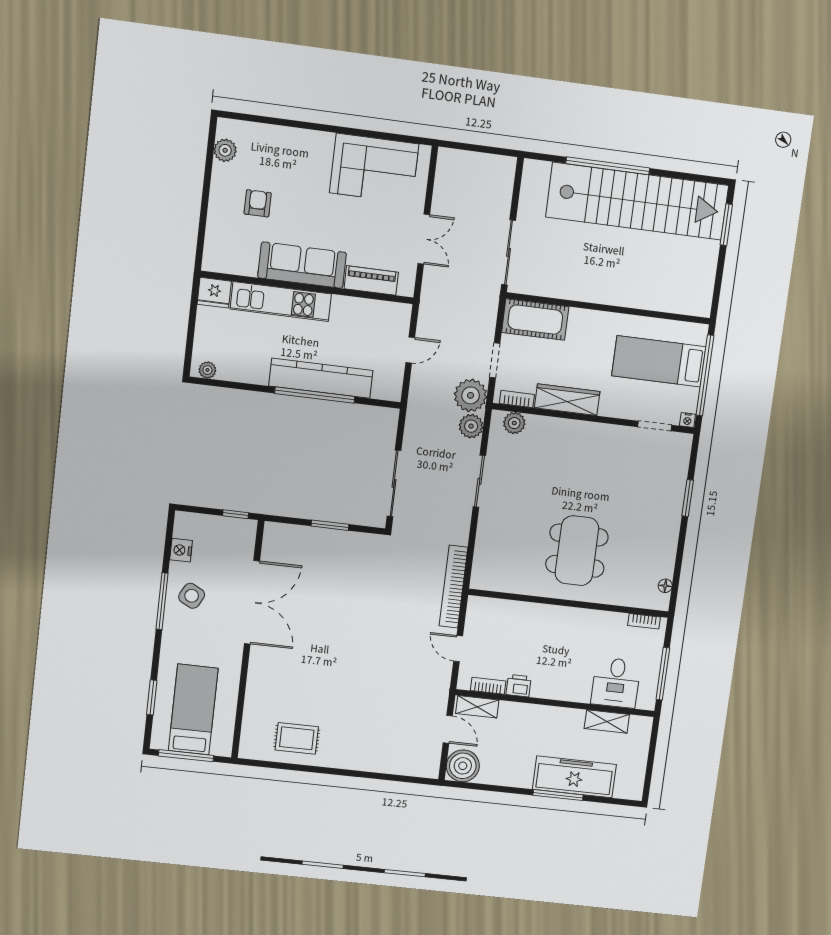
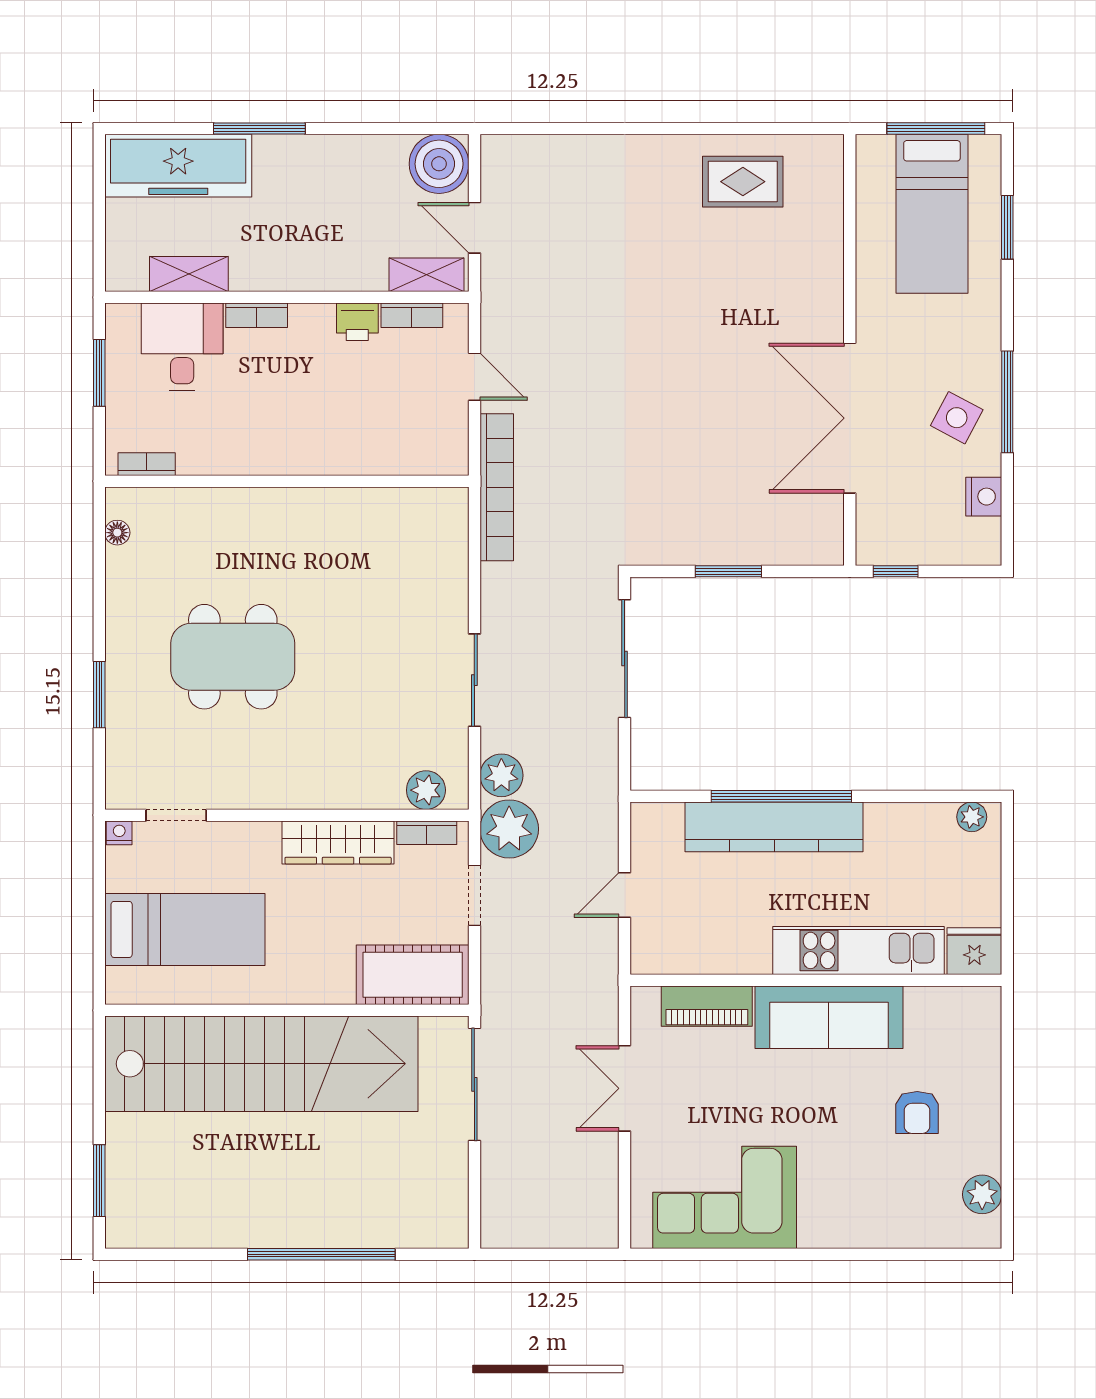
stairs: (637, 201) -> (261, 1064), moved, turned 180
window: (705, 375) -> (99, 915), removed
dining table: (577, 551) -> (233, 657), moved, turned 90
window: (663, 674) -> (99, 373), width x0.69
bookcase: (573, 695) -> (257, 315), added
freezer: (574, 777) -> (178, 166), moved

